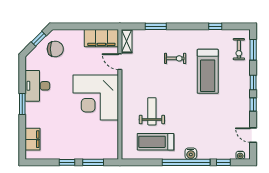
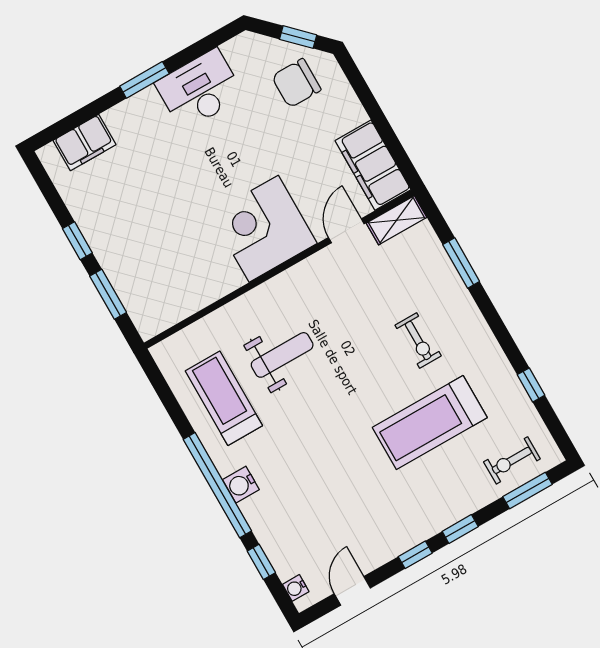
chair: (55, 49) -> (296, 83), turned 90
corner desk: (96, 98) -> (264, 229), width x0.74, depth x0.74

